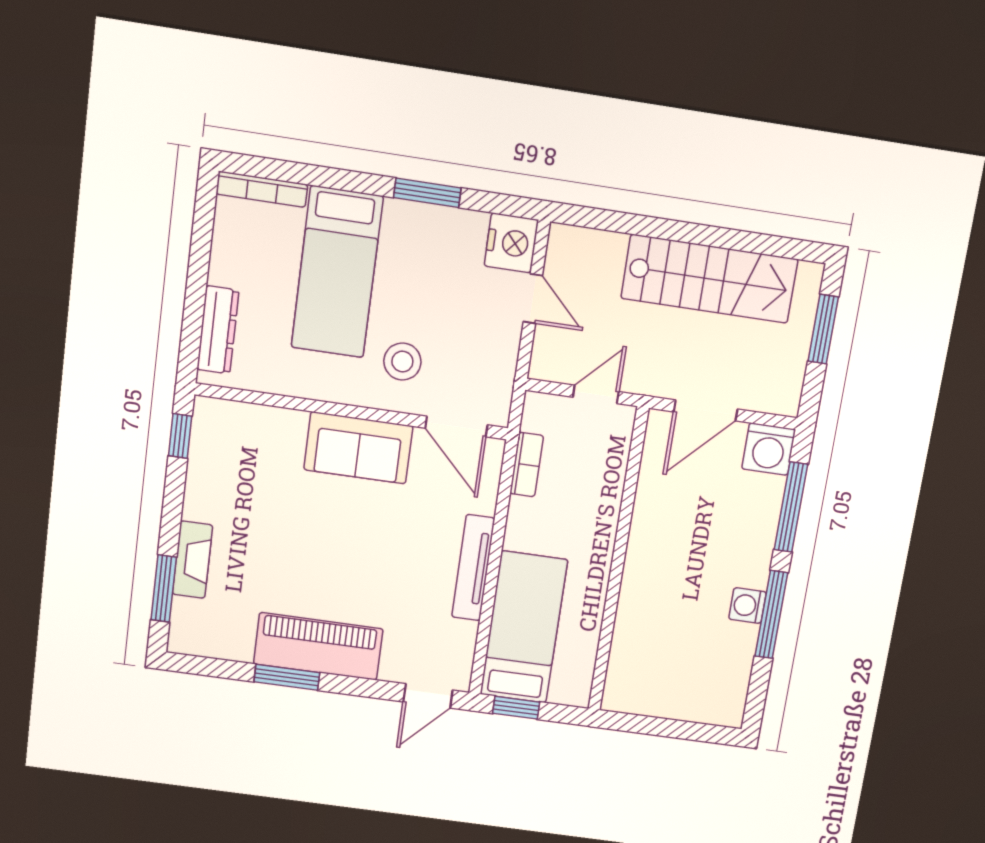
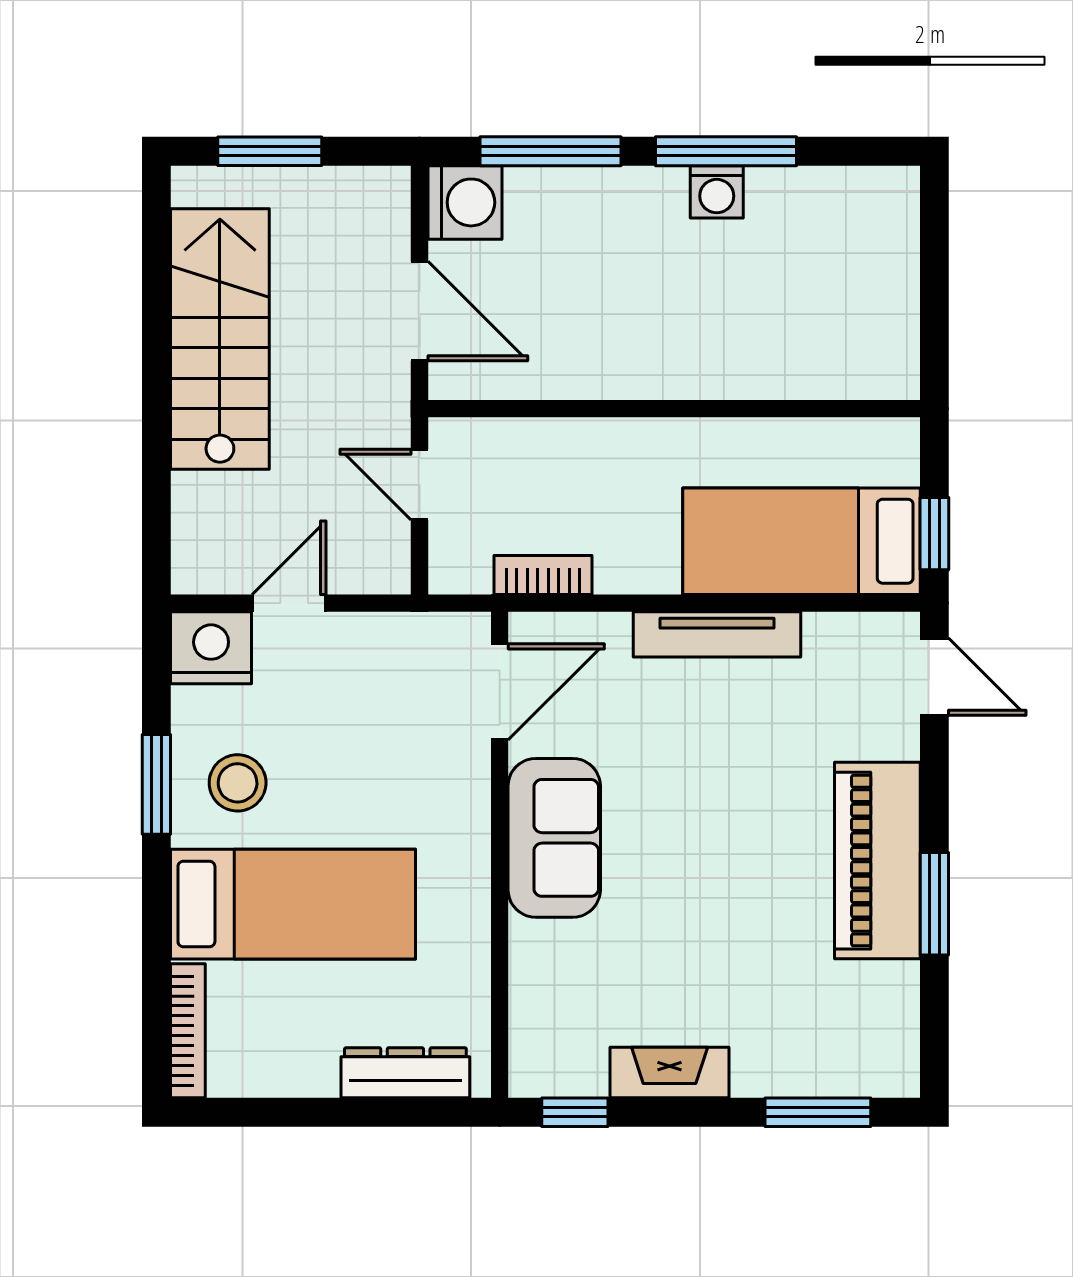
stool: (402, 362) -> (238, 783), moved
fireplace: (192, 560) -> (670, 1073), moved

